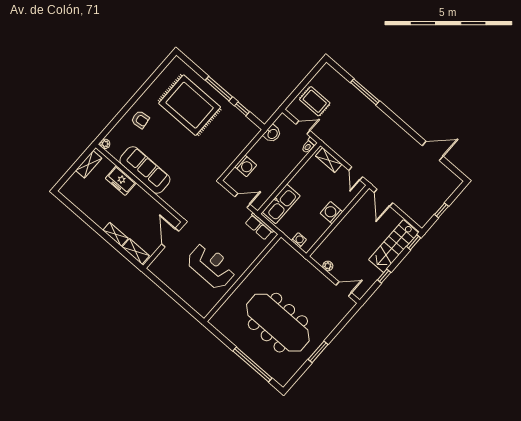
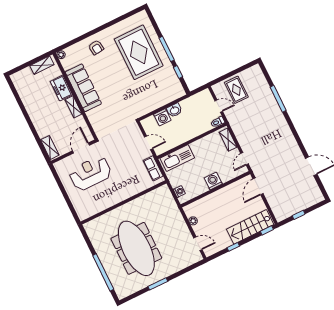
washbasin: (272, 134) -> (174, 110), moved
shelving: (115, 234) -> (73, 107), moved
reception desk: (211, 266) -> (90, 173), moved, turned -90

